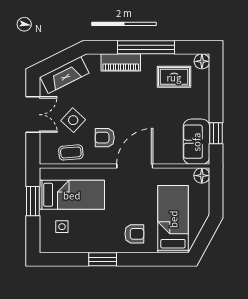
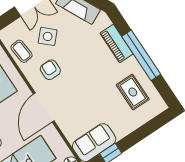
floor lamp: (202, 61) -> (159, 106), removed
door: (135, 166) -> (44, 107), swing flipped

